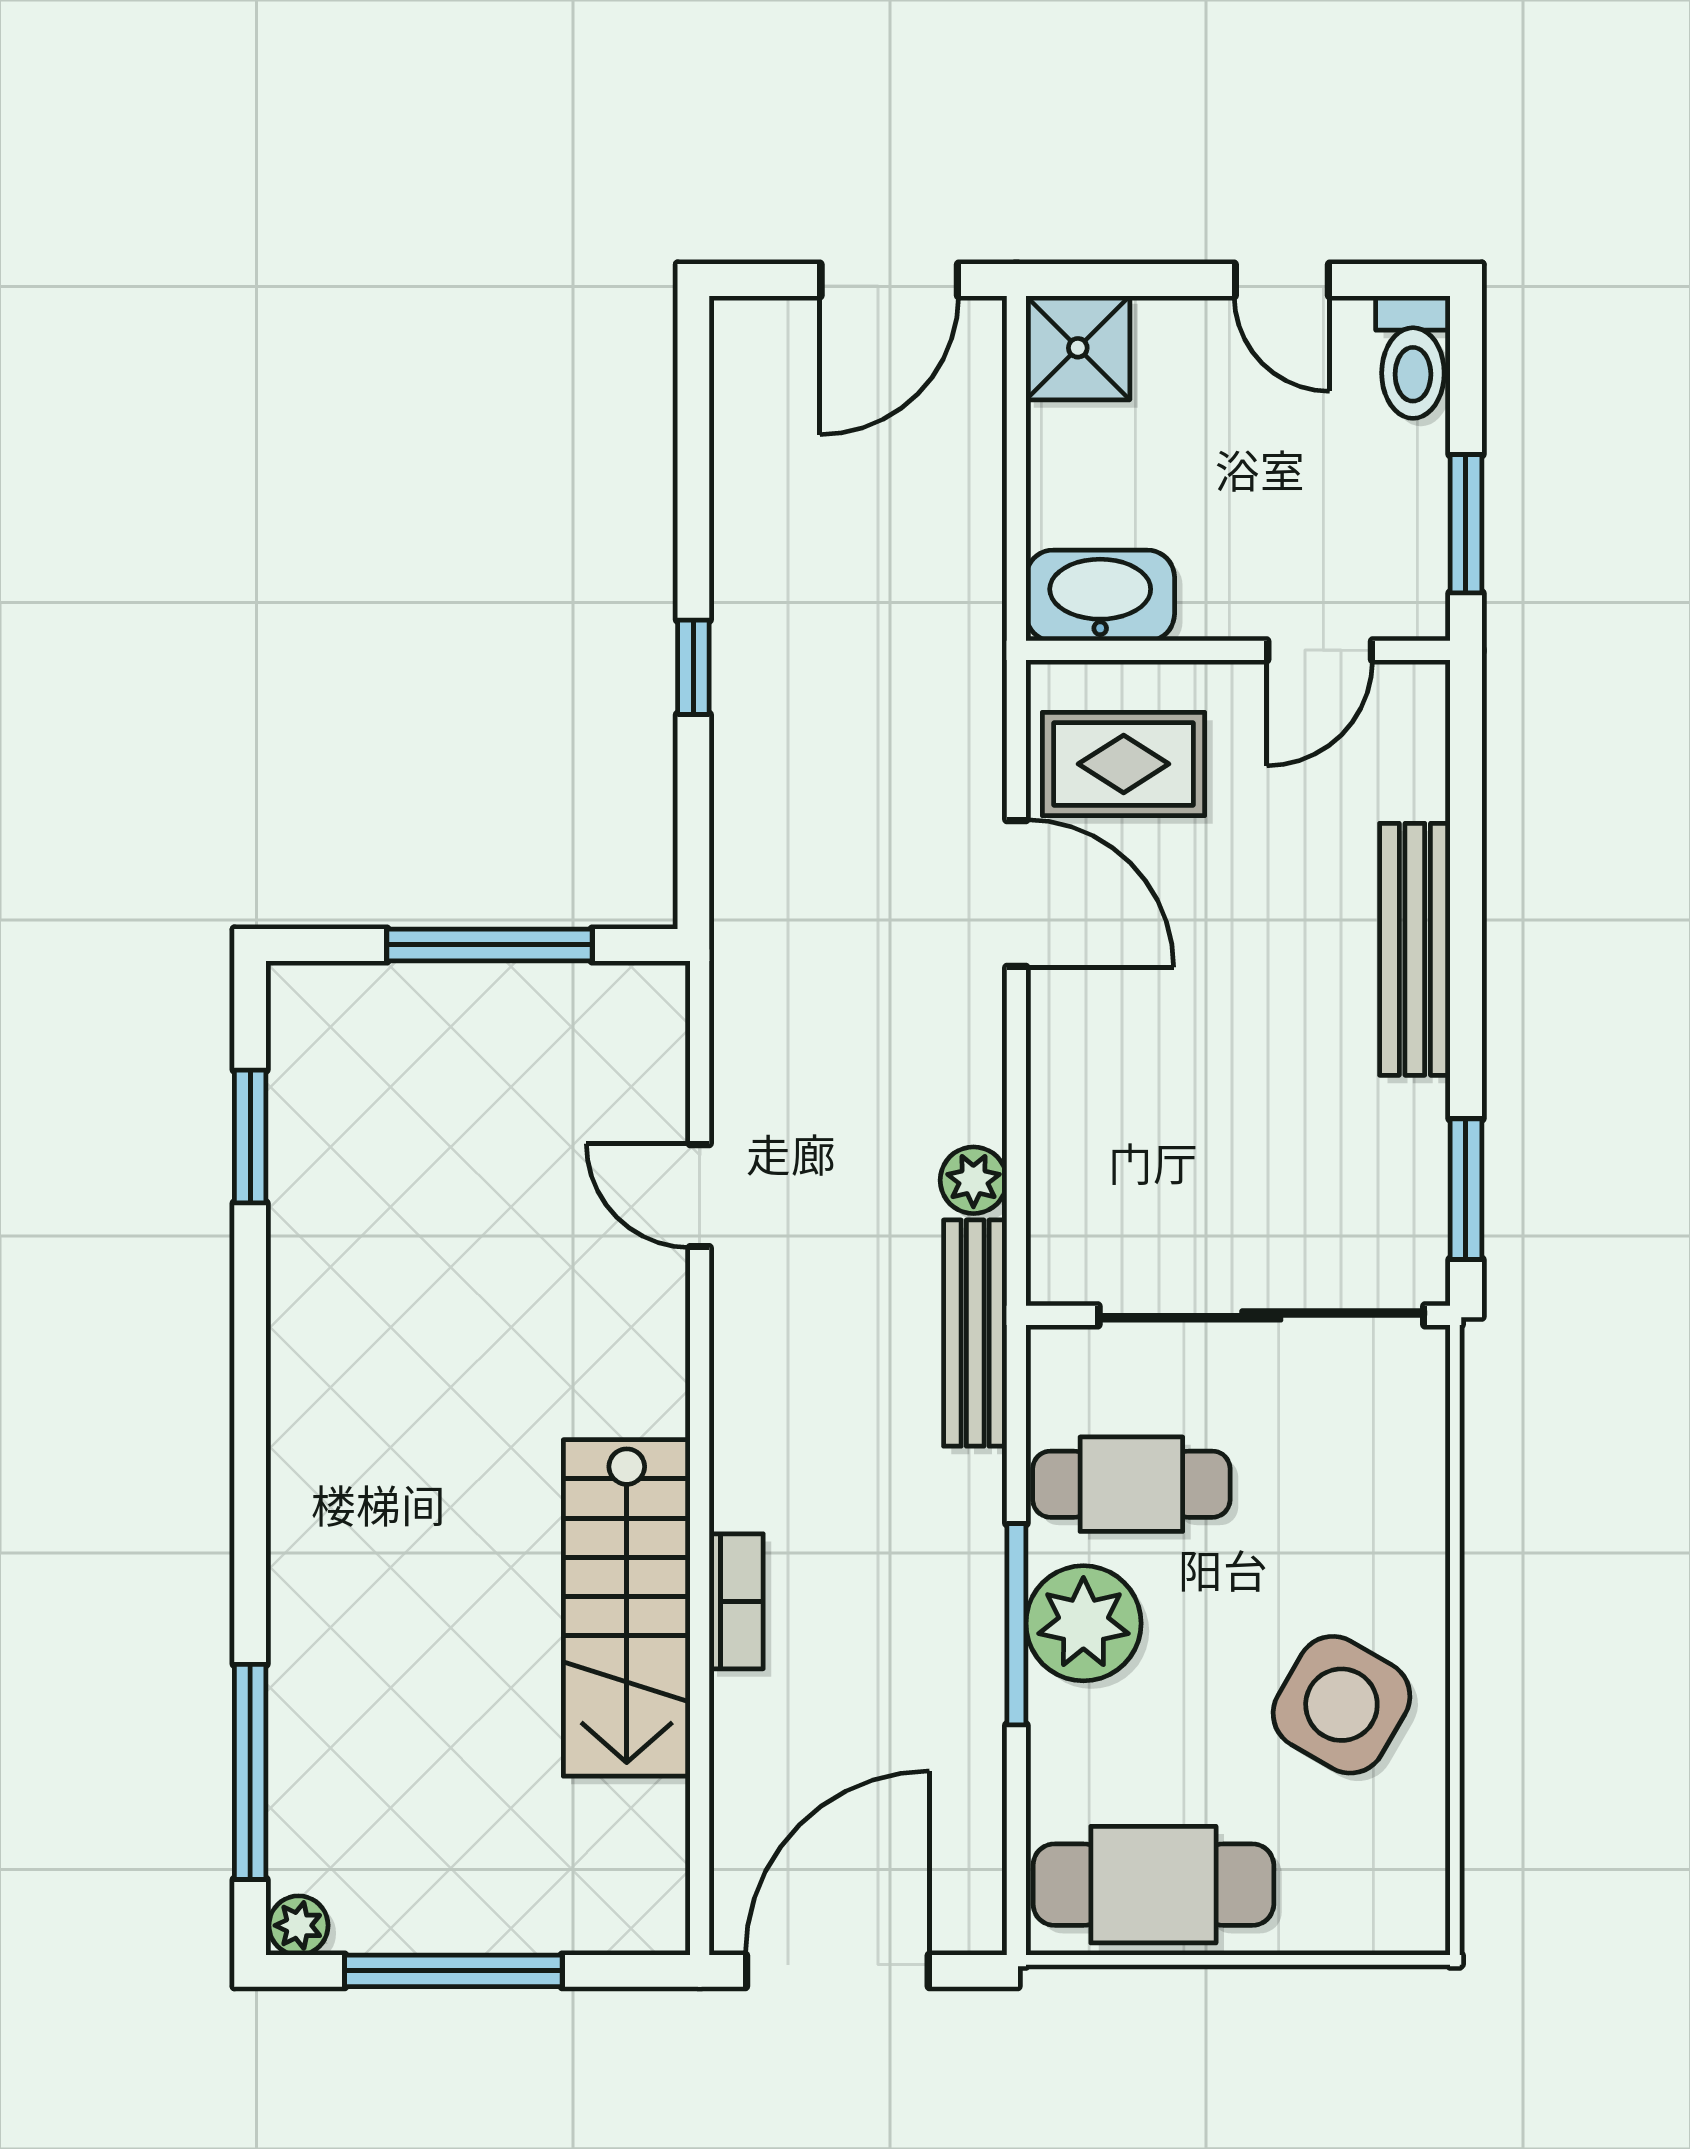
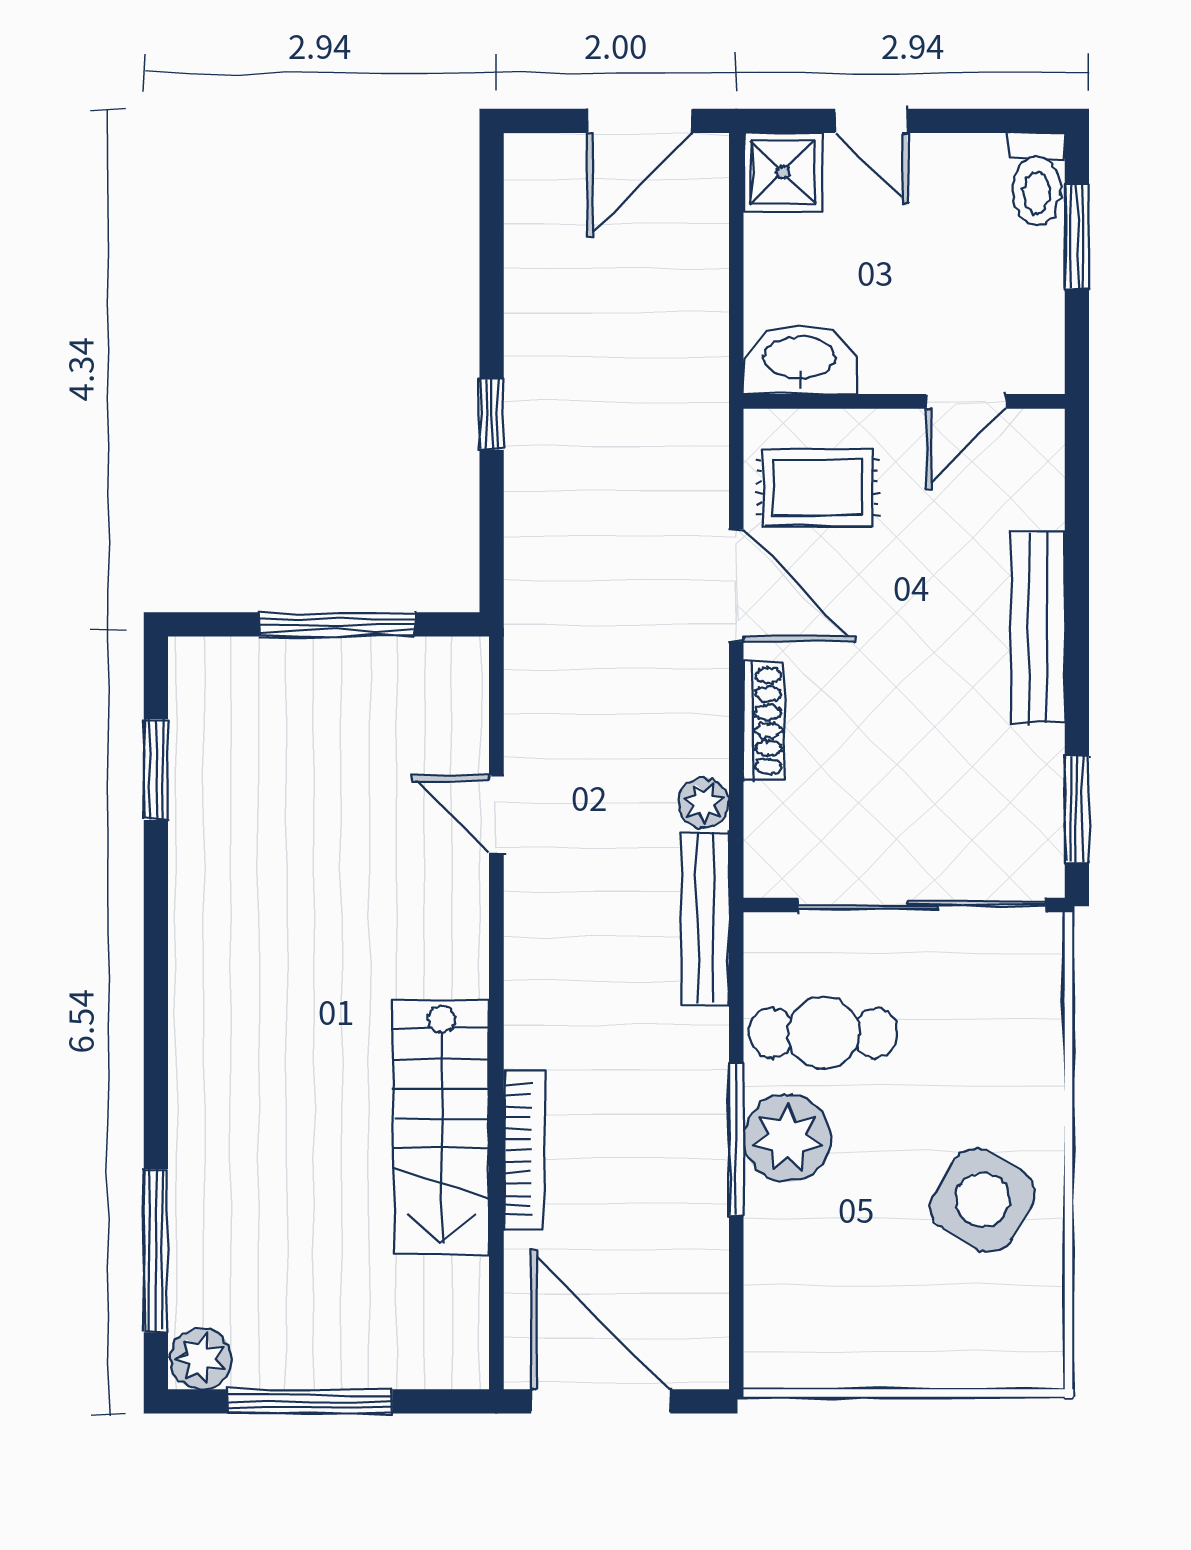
door: (1282, 280) -> (871, 121), moved
window: (1466, 524) -> (1077, 237), moved
shoe rack: (1052, 1073) -> (764, 721), added
bookcase: (736, 1601) -> (524, 1150), width x1.56
cafe table: (1153, 1885) -> (840, 1336), removed
plant: (298, 1925) -> (201, 1359), width x1.38, depth x1.38
door: (837, 1971) -> (601, 1401), hinge flipped

